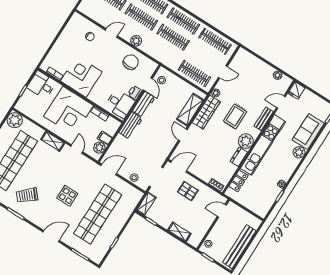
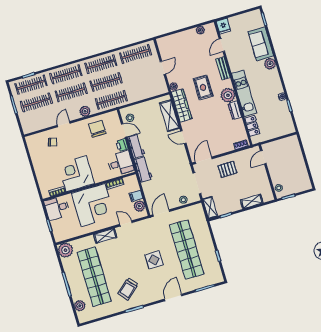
clothes rail: (195, 74) -> (111, 100), moved
kitchen unit: (263, 145) -> (244, 93), width x0.73
bench: (239, 247) -> (301, 167), removed

